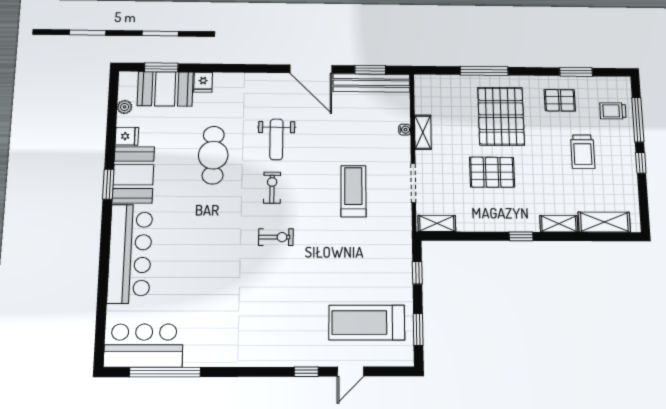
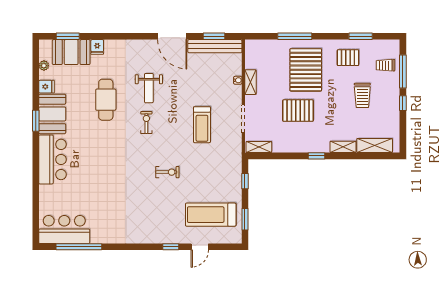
treadmill: (353, 191) -> (202, 125), turned 180
exercise bike: (276, 237) -> (167, 172), moved
bar counter: (130, 254) -> (52, 159), width x0.73

